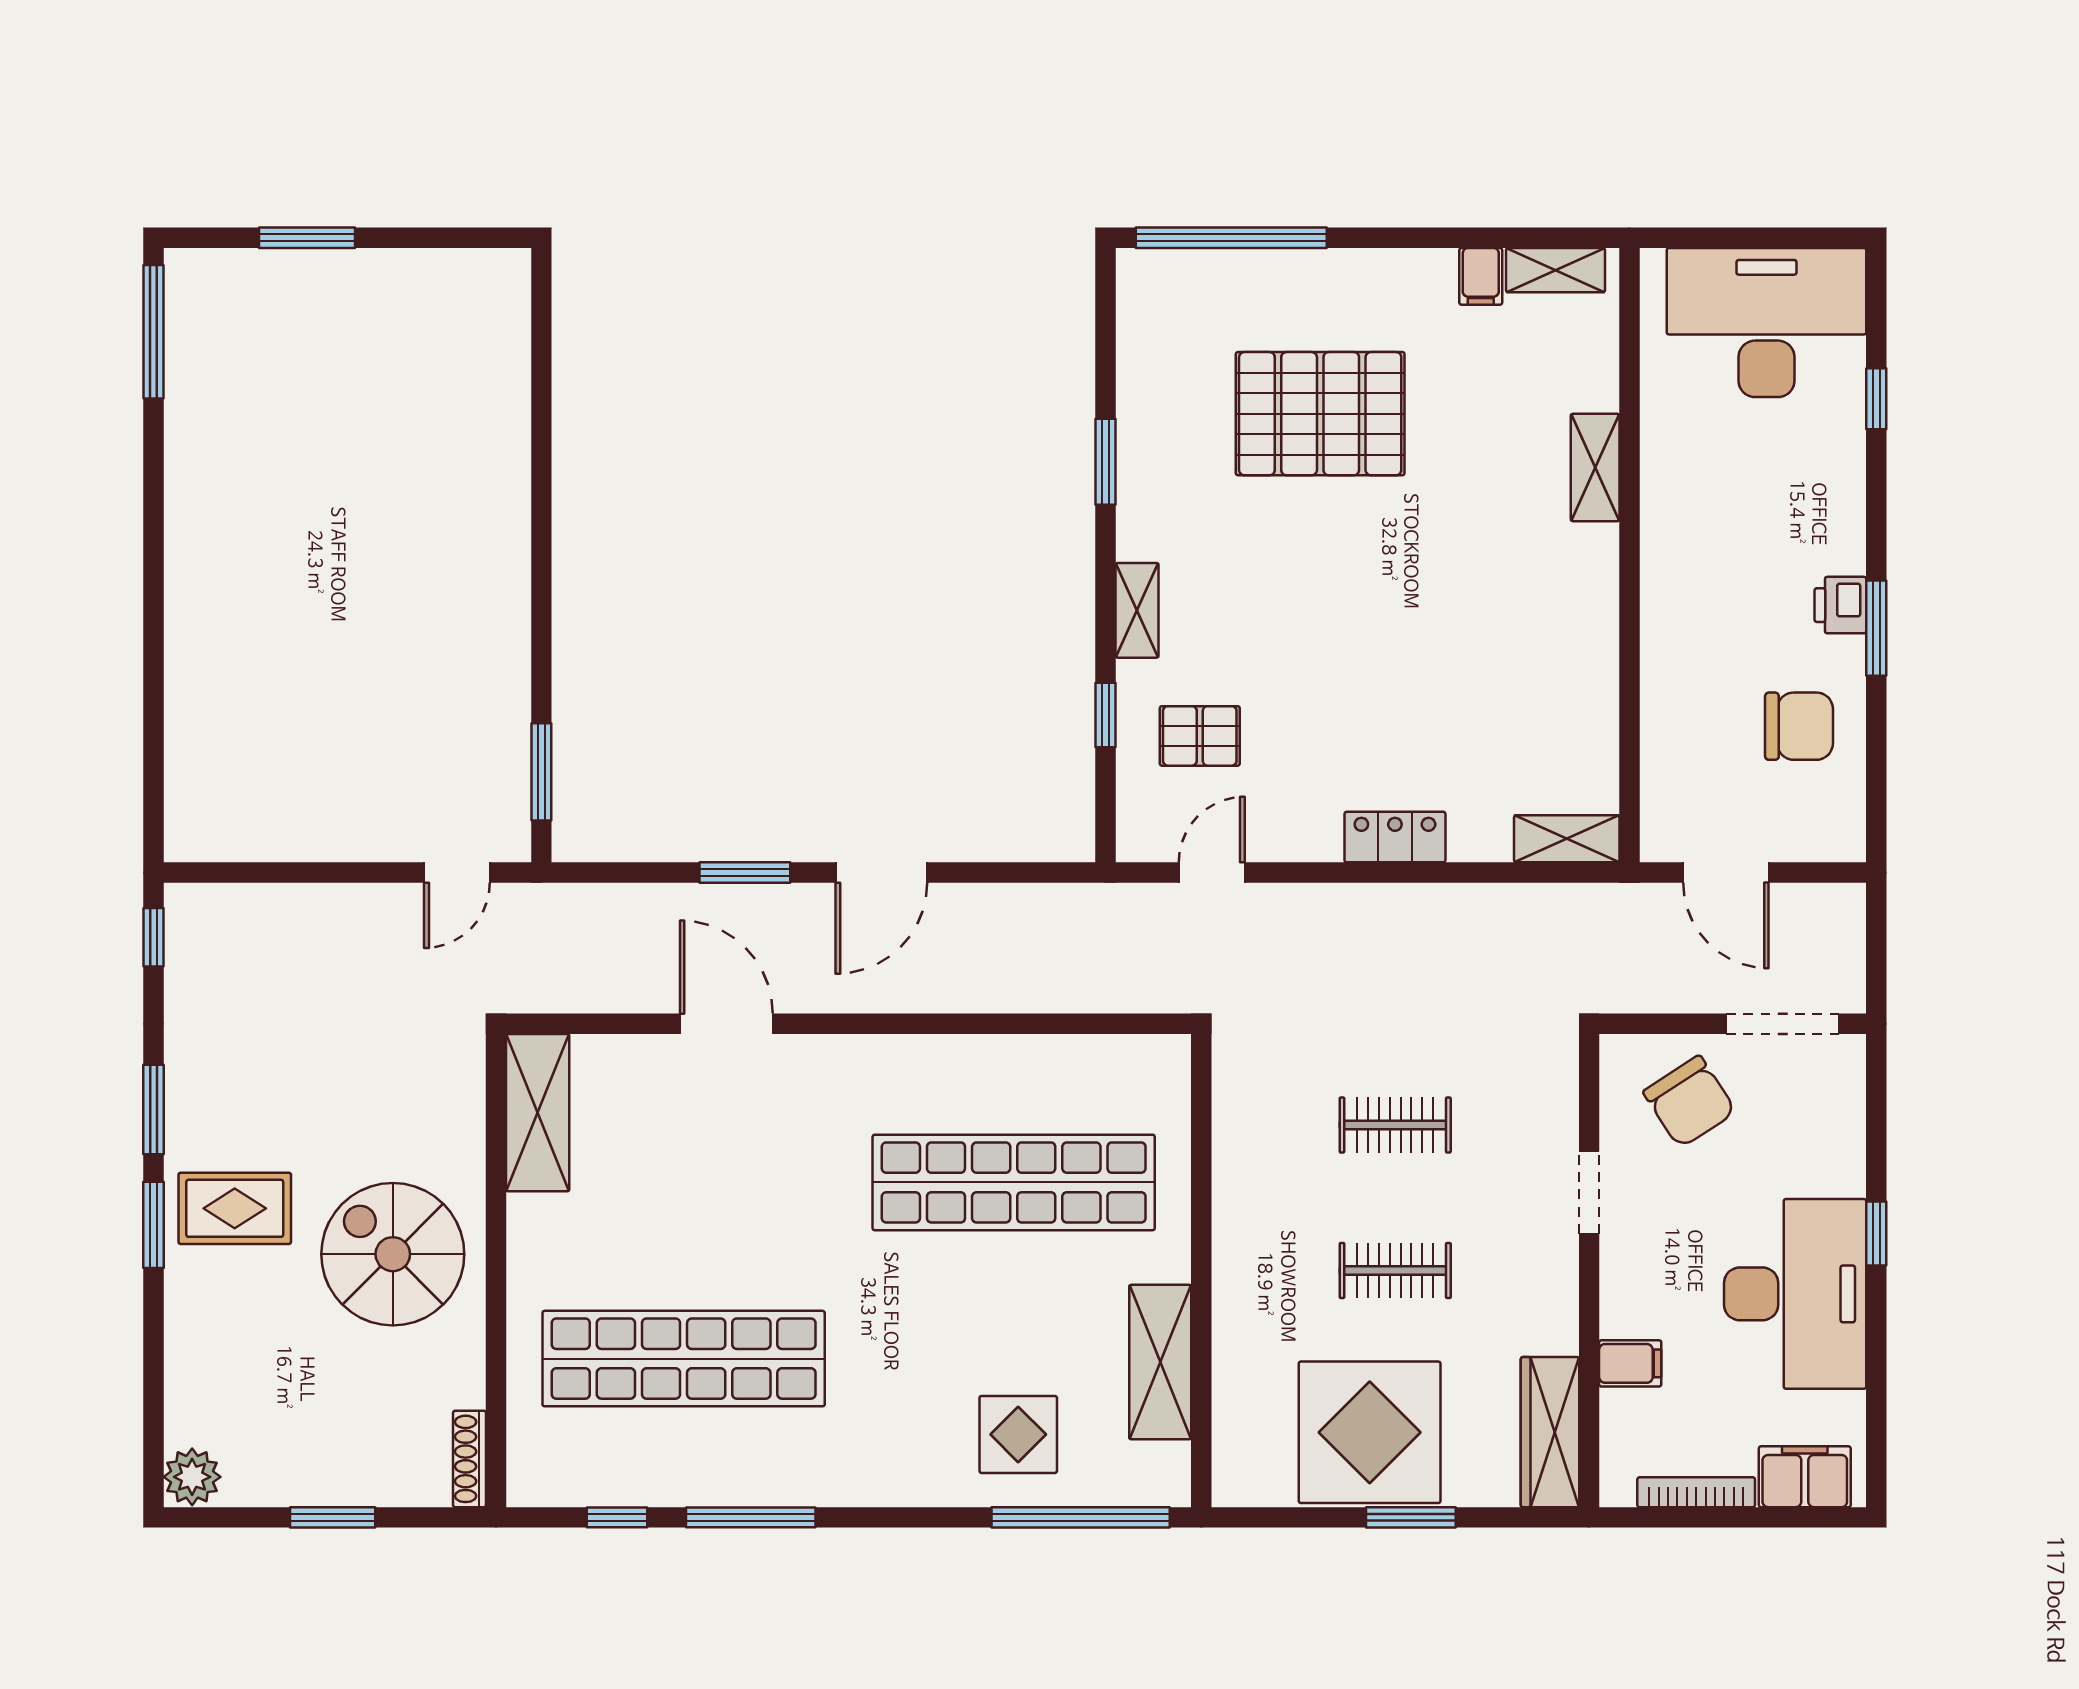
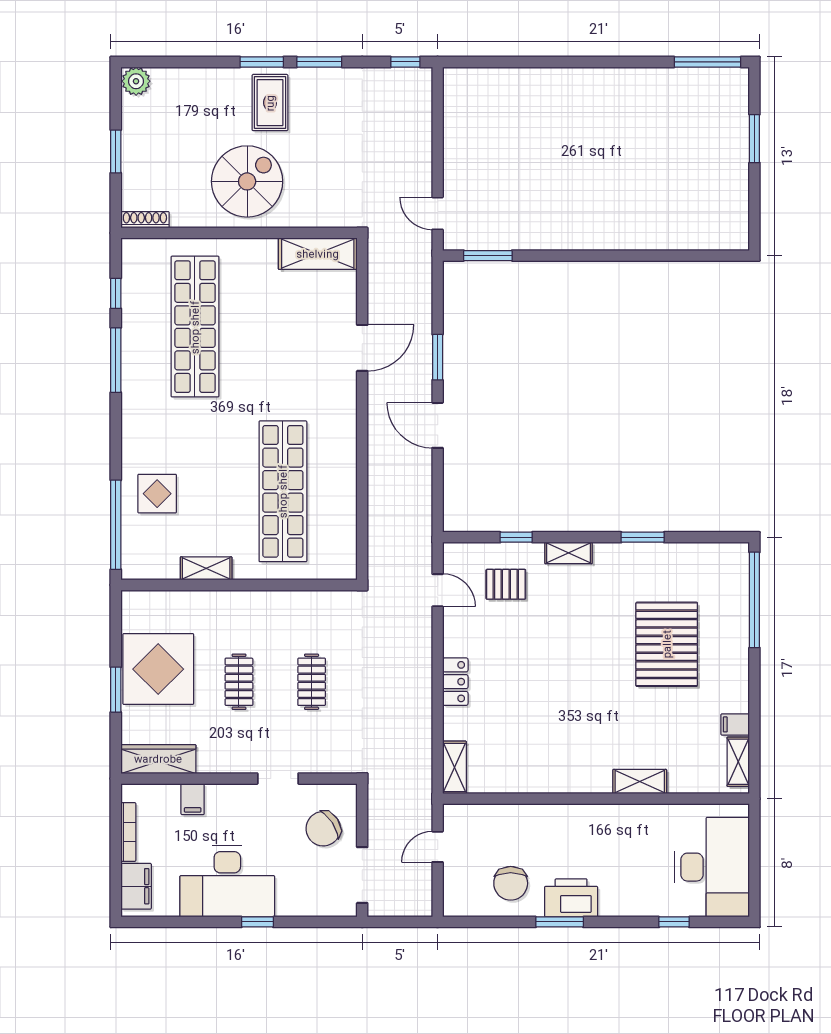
printer: (1840, 605) -> (571, 898), width x1.87, depth x1.48
pallet: (1200, 736) -> (506, 584), turned 90
door: (1726, 873) -> (438, 847), width x0.73
shelving: (1160, 1362) -> (206, 568), width x0.67, depth x0.75

